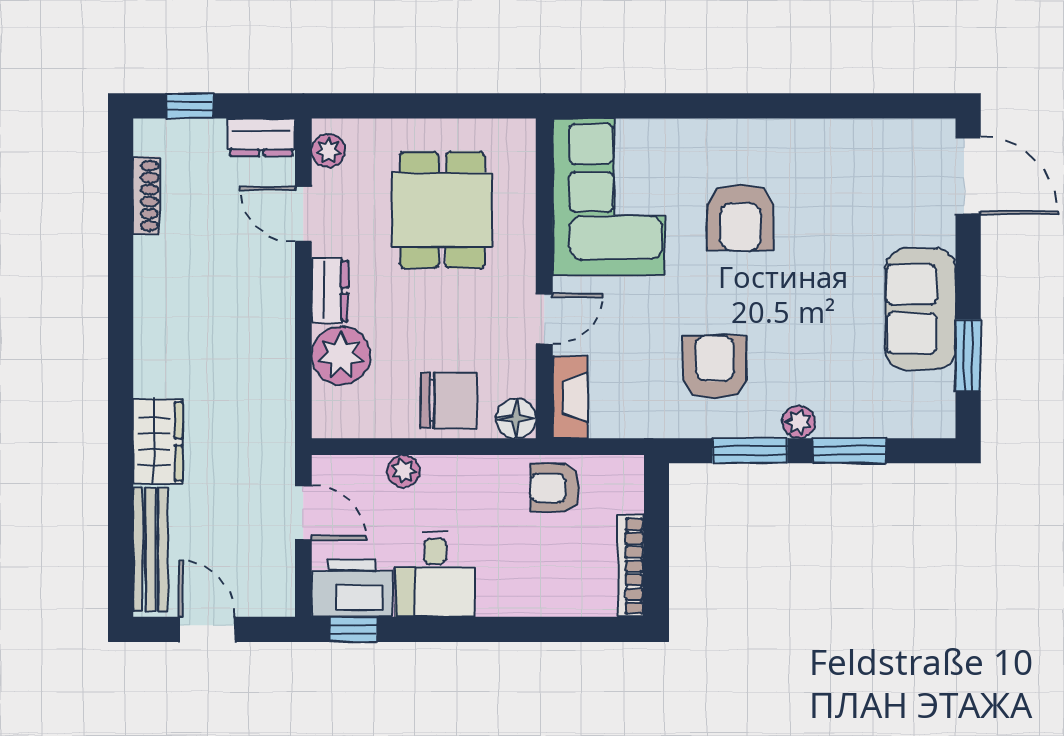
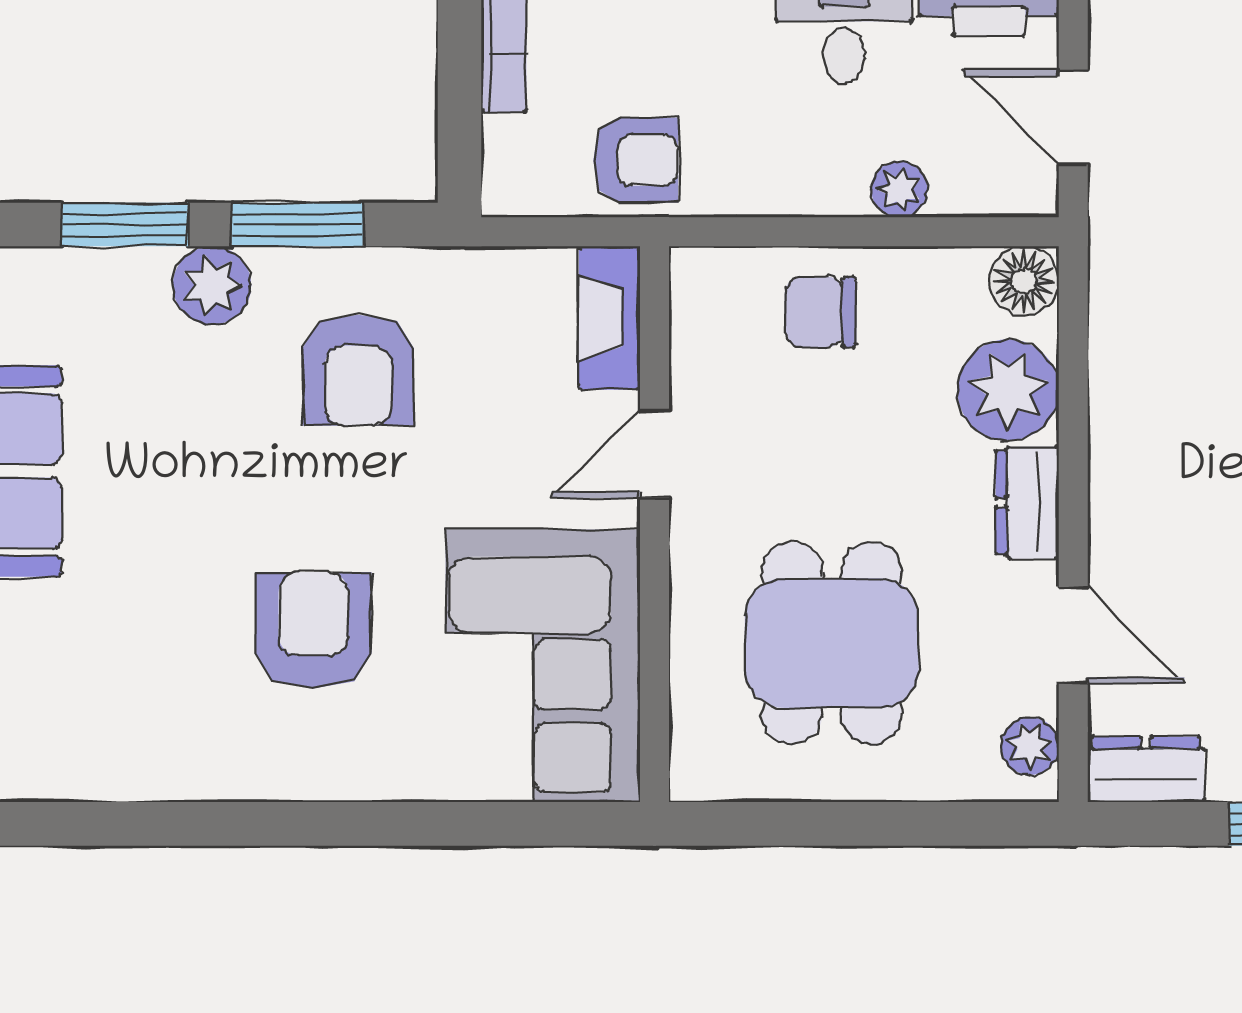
chair: (449, 400) -> (821, 312), width x0.73, depth x0.73
floor lamp: (516, 418) -> (1024, 281), moved
plant: (799, 422) -> (212, 285), width x1.38, depth x1.38

